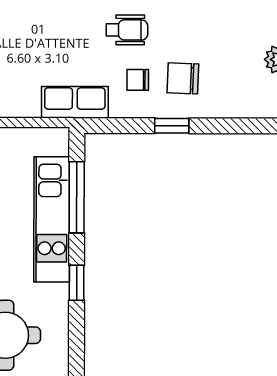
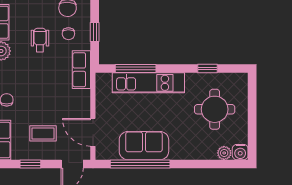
window: (172, 126) -> (95, 32), moved
window: (77, 283) -> (208, 69), moved

